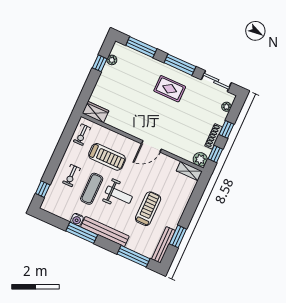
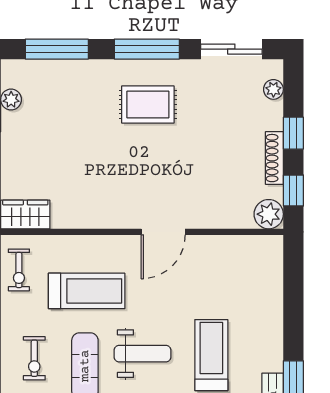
shelving: (189, 171) -> (258, 246), removed

